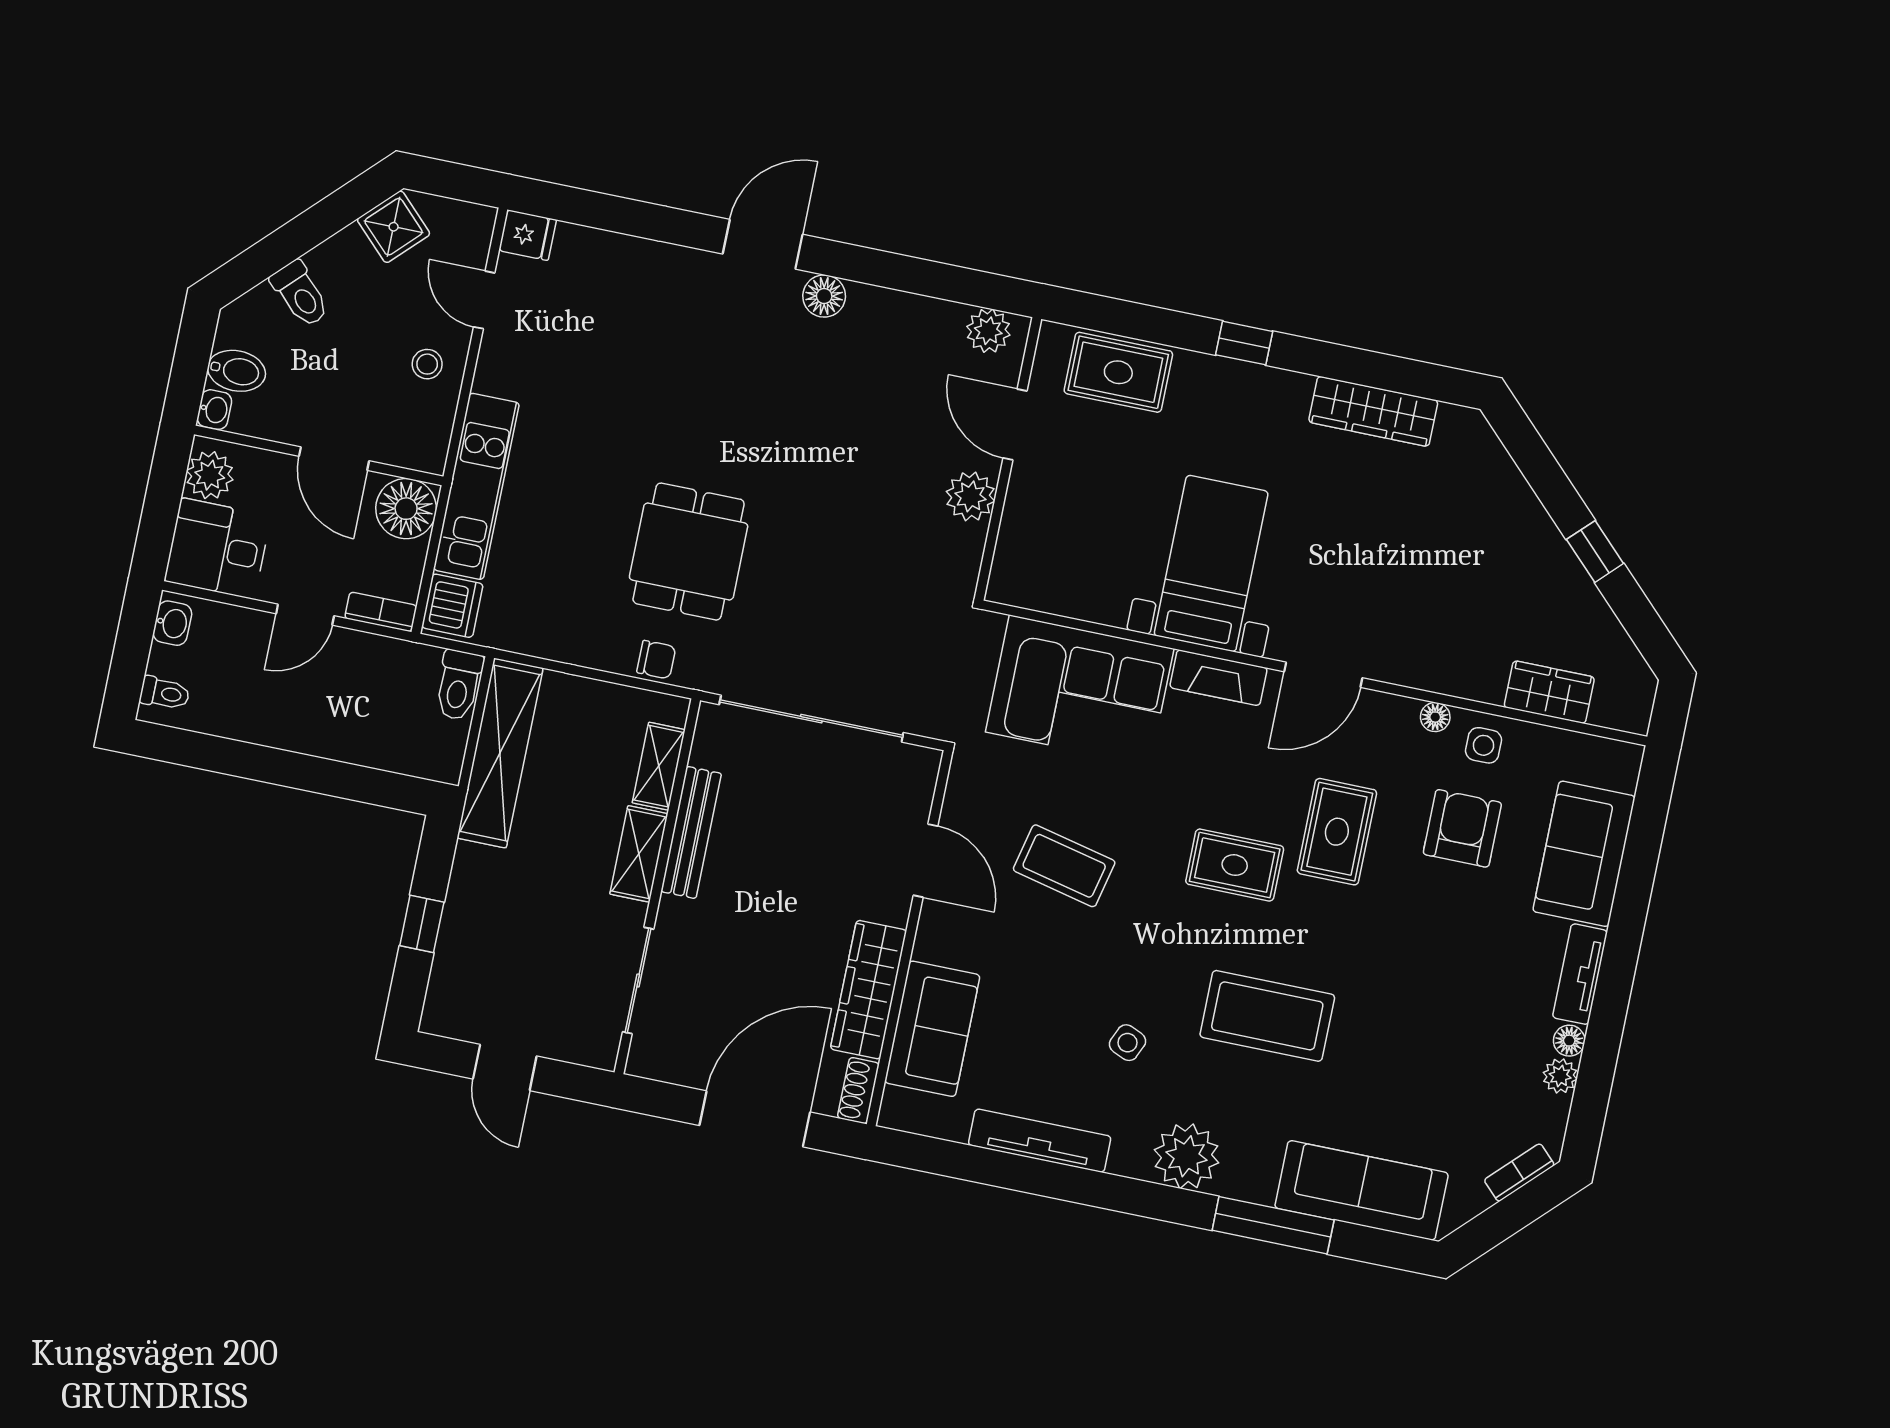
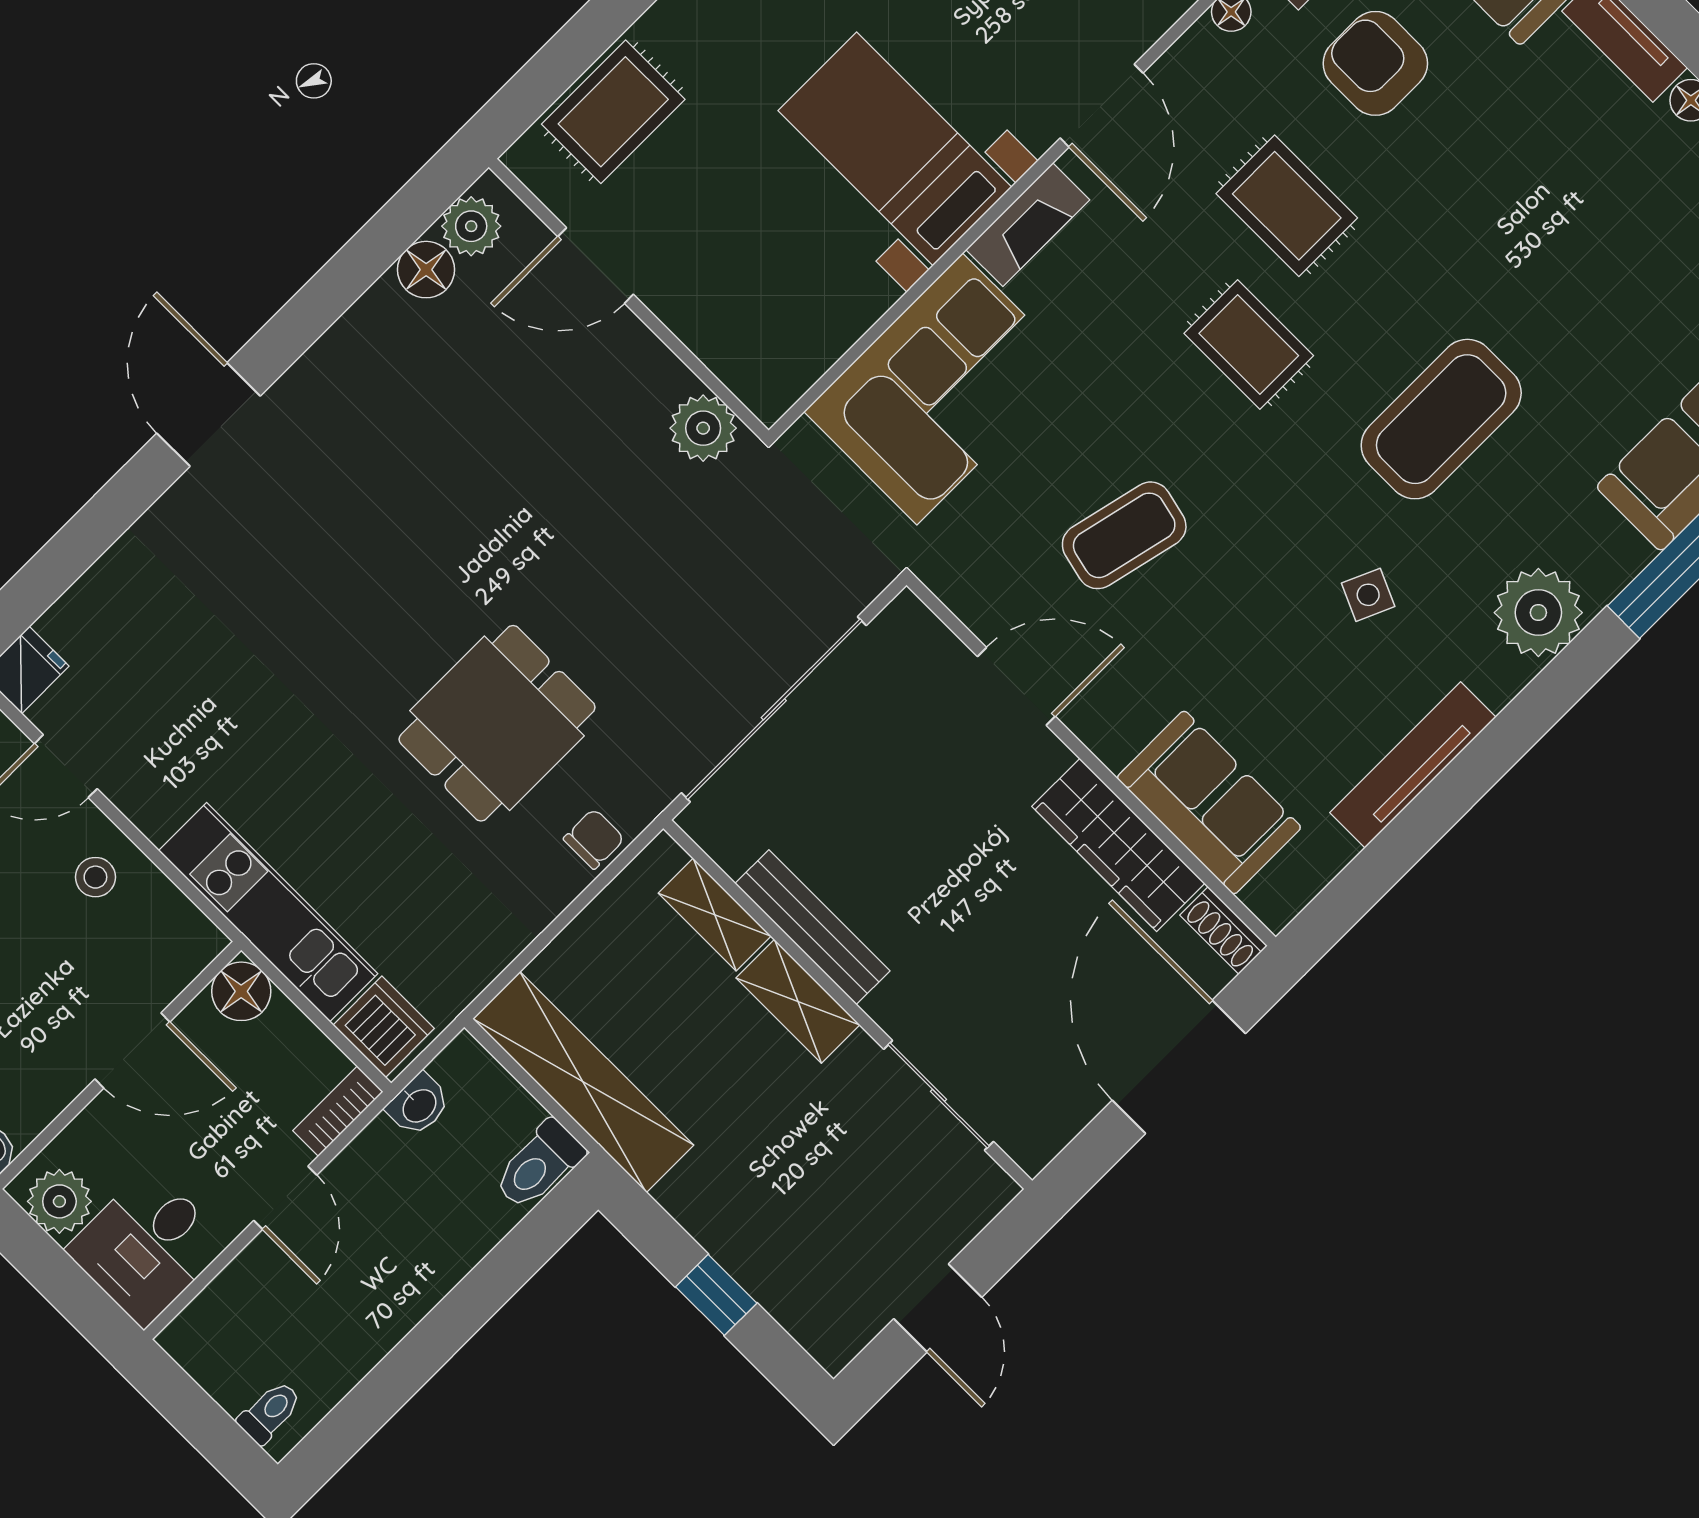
floor lamp: (824, 296) -> (426, 270), moved
plant: (971, 496) -> (703, 428), moved
floor lamp: (406, 509) -> (241, 991), width x0.73, depth x0.73
dining table: (689, 552) -> (497, 723), turned 90
washbasin: (172, 623) -> (419, 1105), moved, turned 90
toilet: (459, 685) -> (539, 1165), moved, turned 90
rug: (1235, 865) -> (1249, 344), turned 90
door: (505, 1068) -> (938, 1308), hinge flipped

